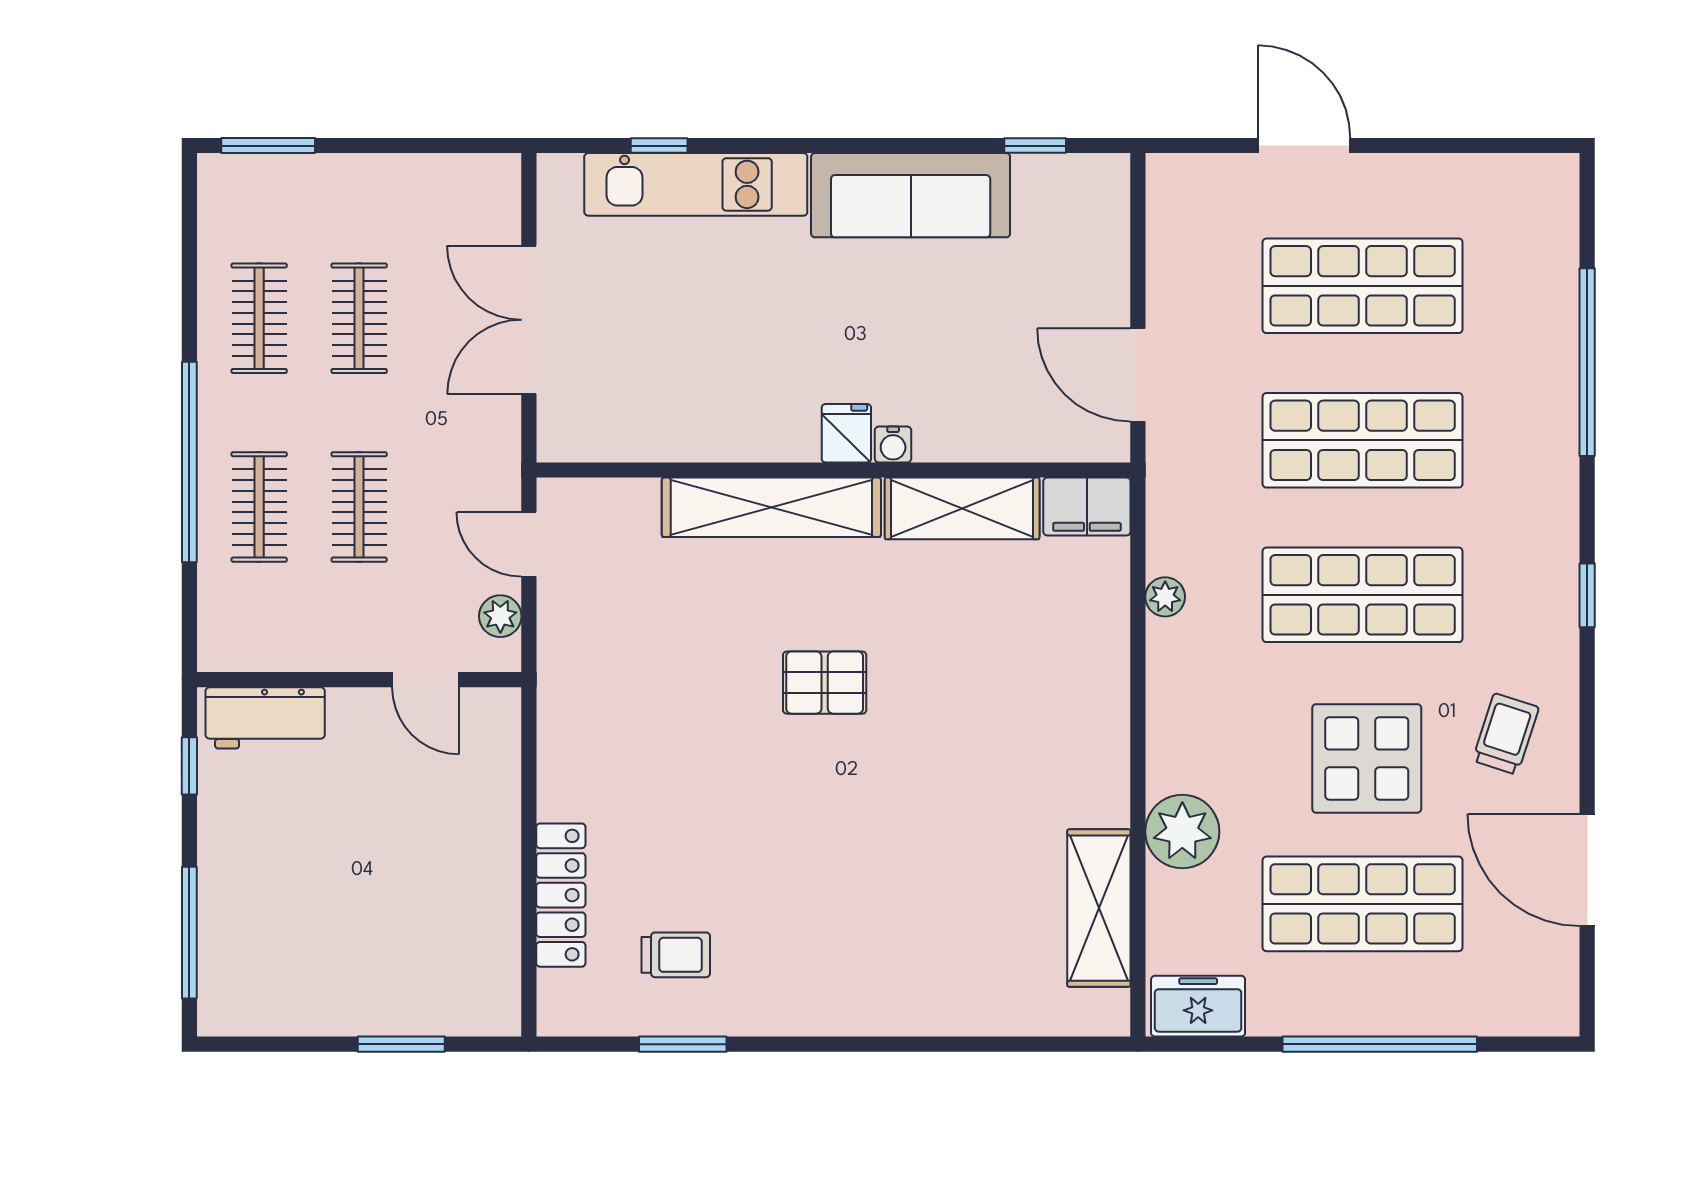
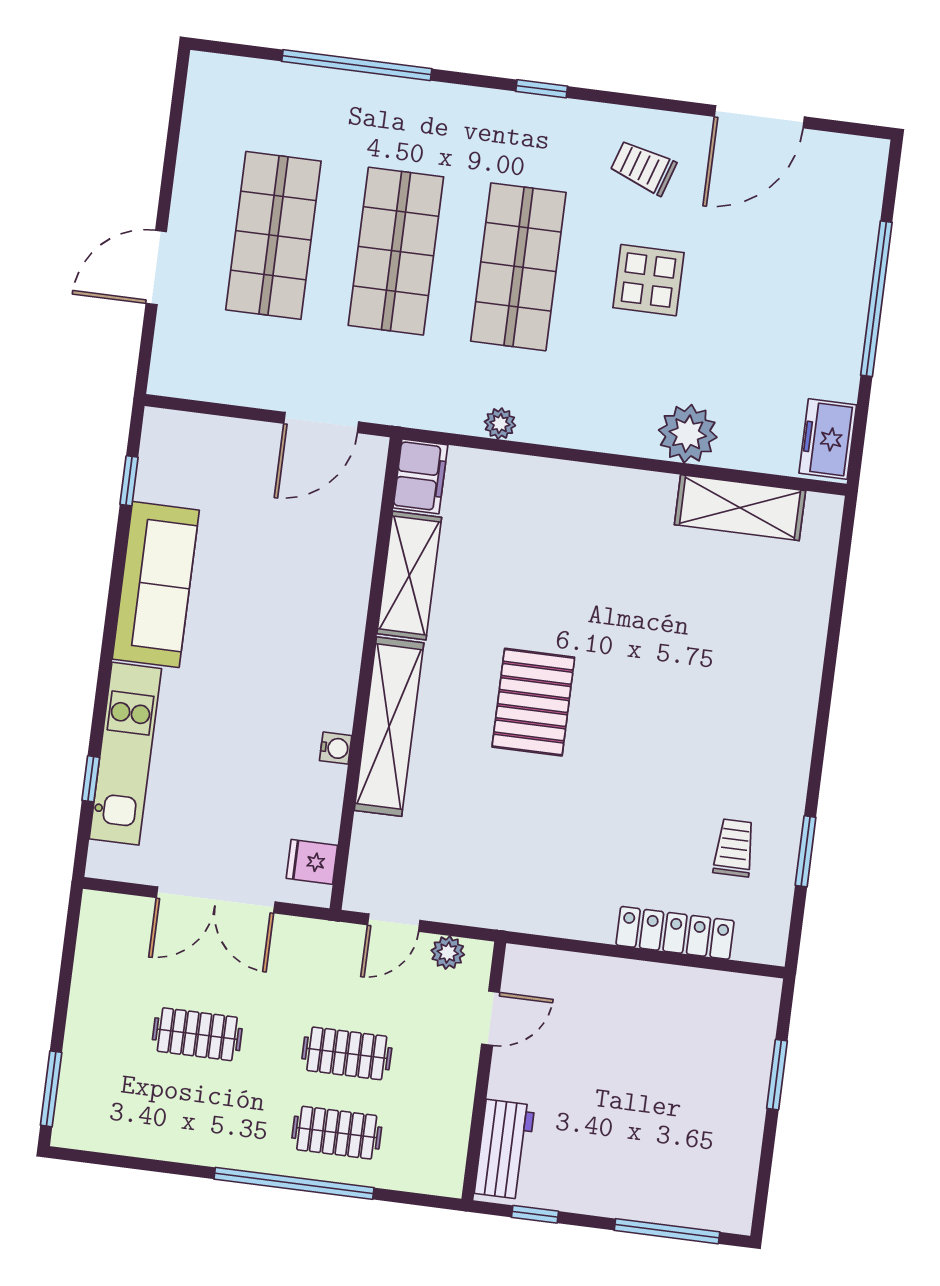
clothes rail: (259, 318) -> (187, 1113), removed
fridge: (846, 433) -> (312, 862), moved
water cooler: (893, 444) -> (336, 748), moved
pallet: (825, 683) -> (533, 702), width x1.50, depth x1.42
display table: (1367, 758) -> (649, 280), width x0.73, depth x0.73
shop shelf: (1363, 904) -> (763, 298), removed

